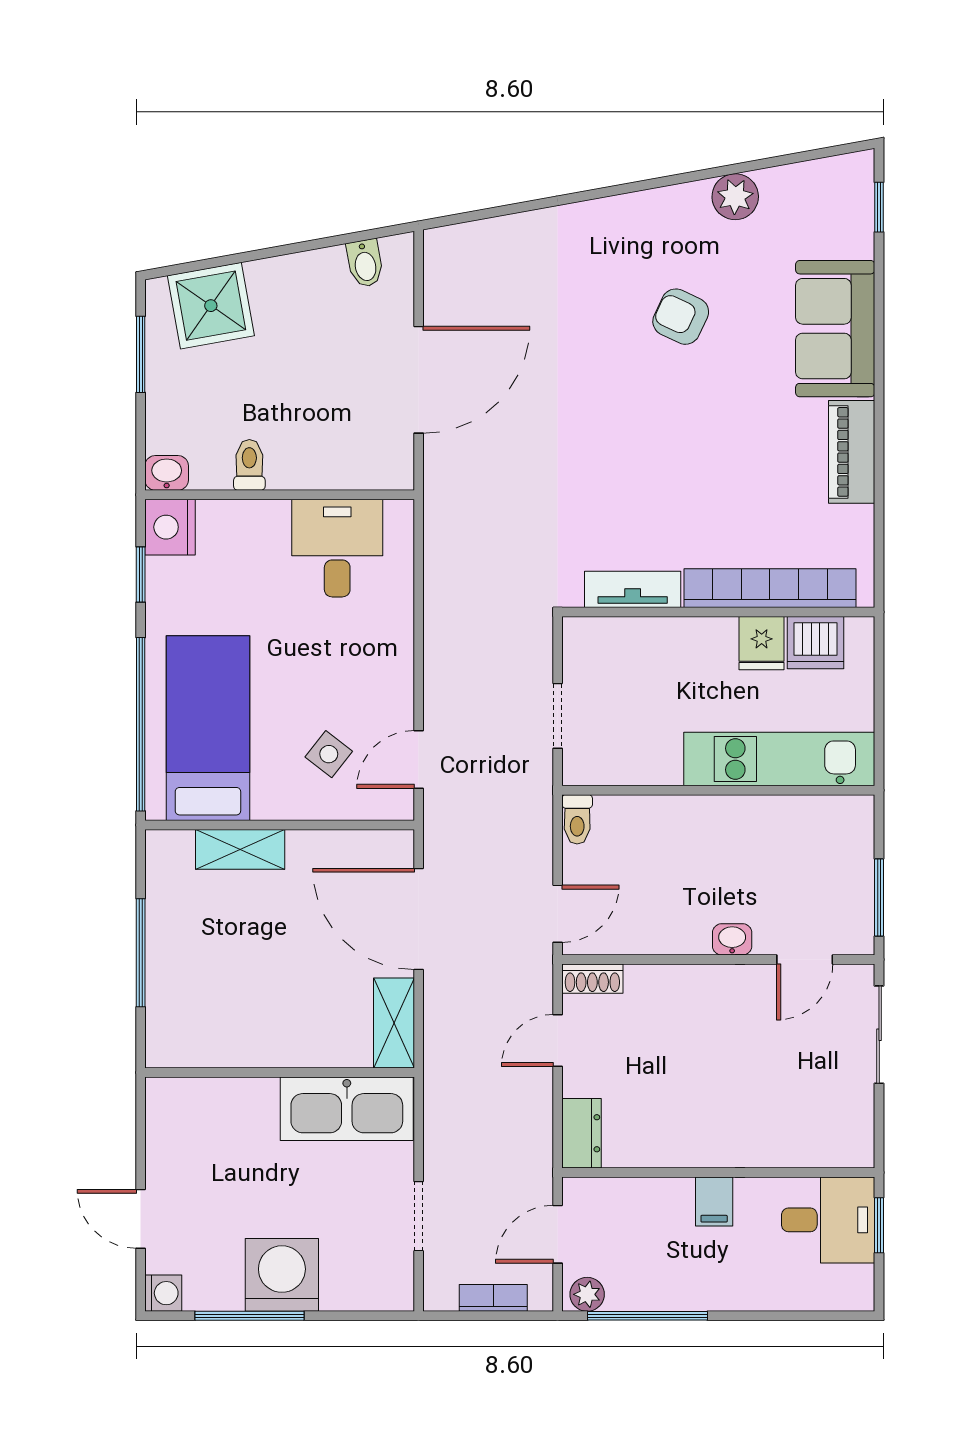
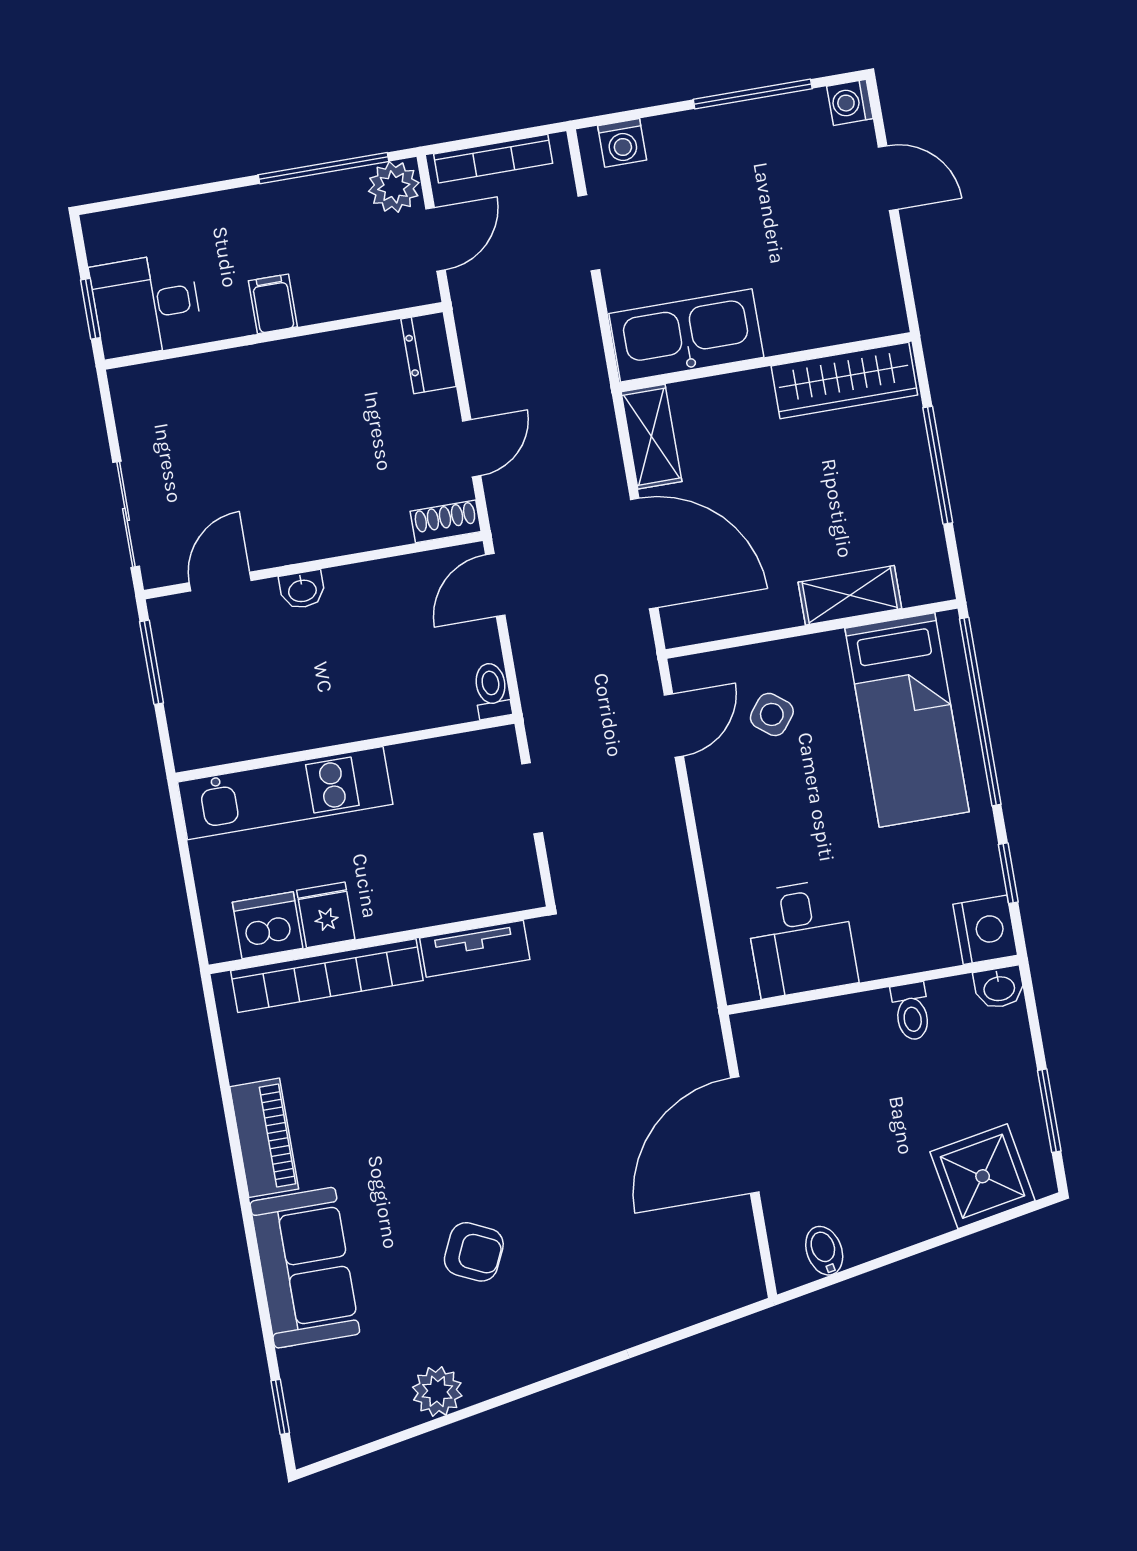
wardrobe: (212, 1044) -> (844, 381), added
washing machine: (282, 1275) -> (622, 143), moved, width x0.53, depth x0.53
plant: (587, 1294) -> (394, 187), width x1.38, depth x1.38
bookcase: (493, 1298) -> (493, 159), width x1.56

